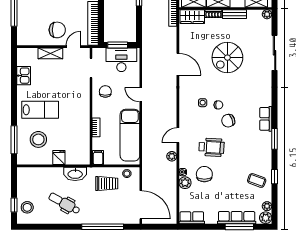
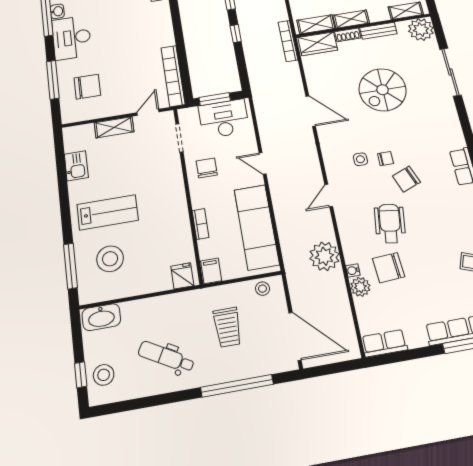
plant: (267, 14) -> (421, 30), width x1.88, depth x1.88
chair: (57, 30) -> (87, 87), moved
door: (178, 135) -> (329, 196), moved
wheelchair: (211, 147) -> (390, 223), turned -85
plant: (172, 156) -> (324, 256), width x1.88, depth x1.88
fridge: (59, 158) -> (182, 276), moved
washbasin: (75, 174) -> (101, 317), moved
chair: (204, 174) -> (388, 268), turned -94
trolley: (107, 183) -> (228, 327), moved, turned 90

